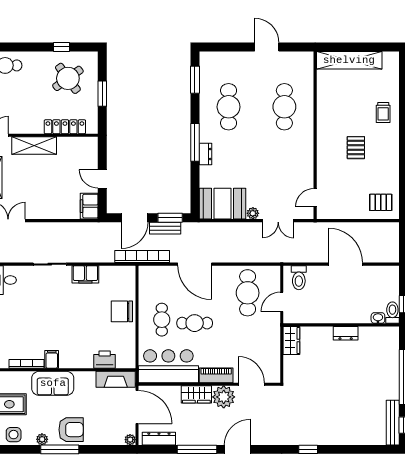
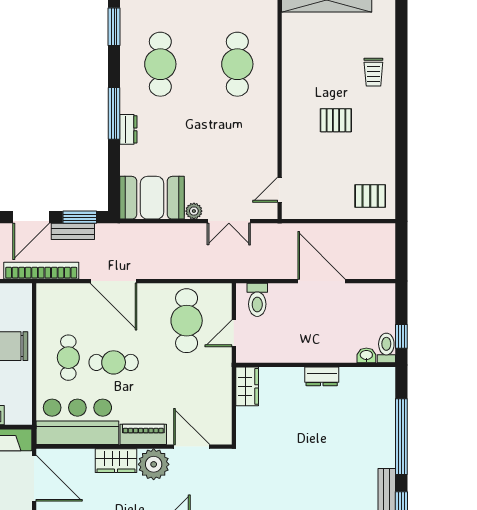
pallet: (356, 148) -> (336, 120), turned 90

